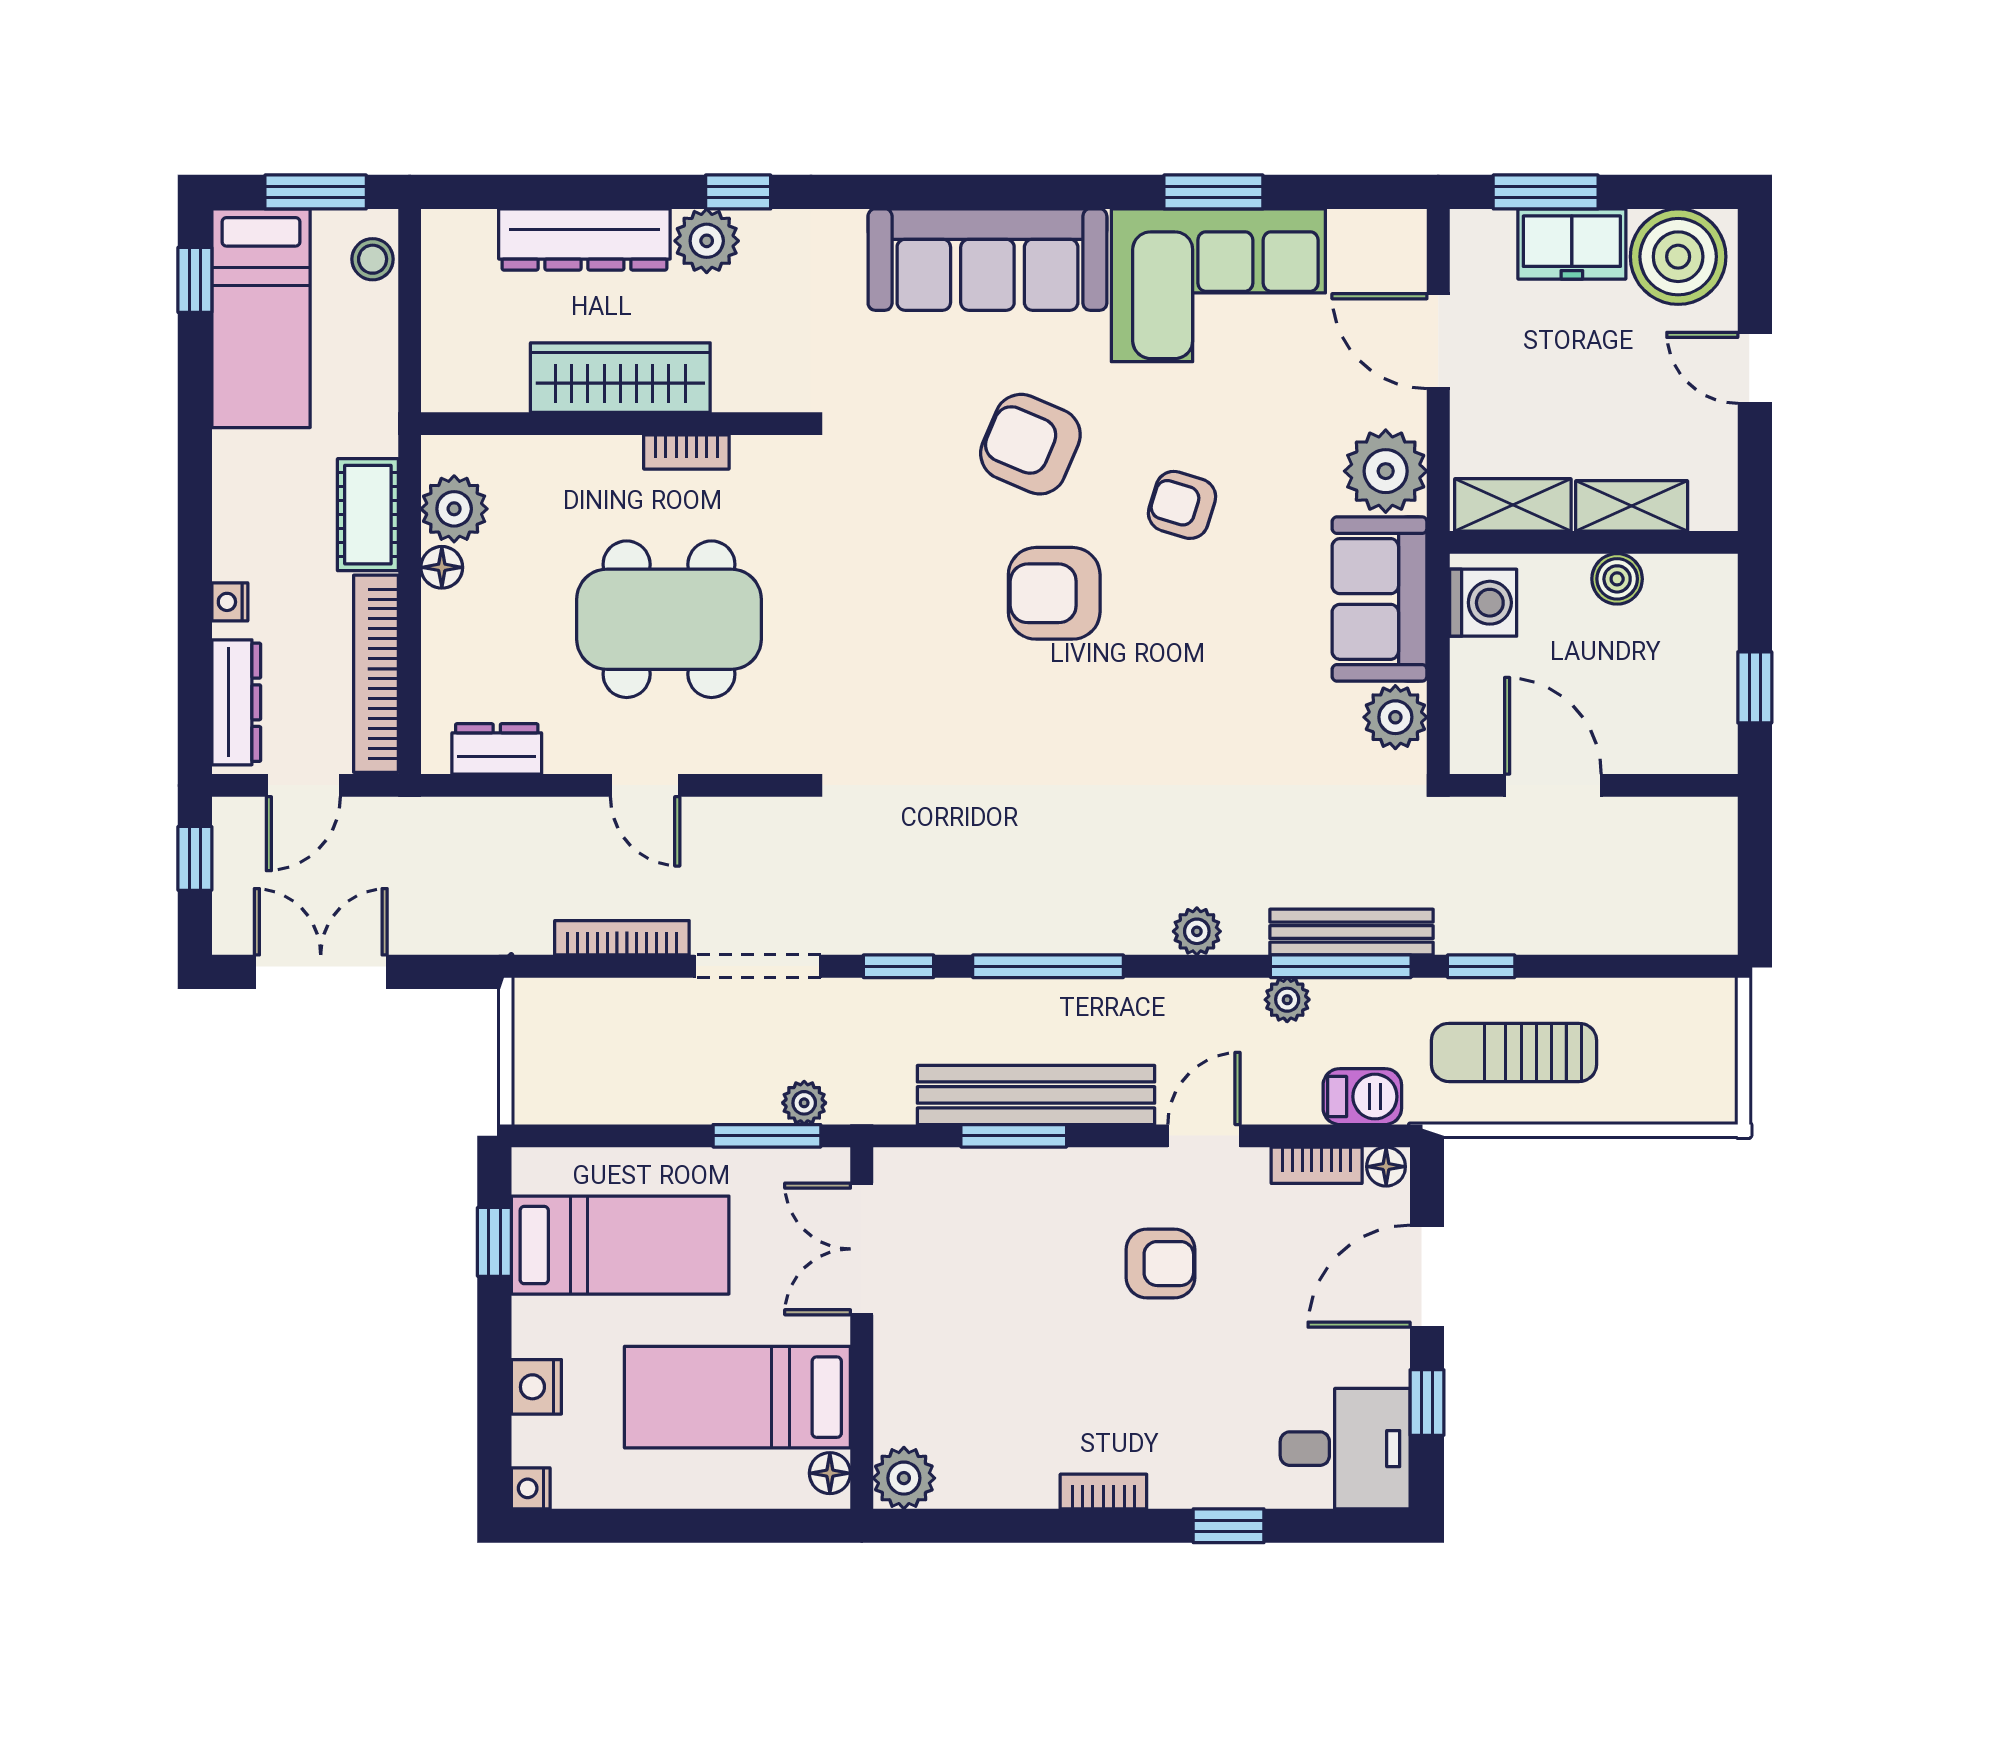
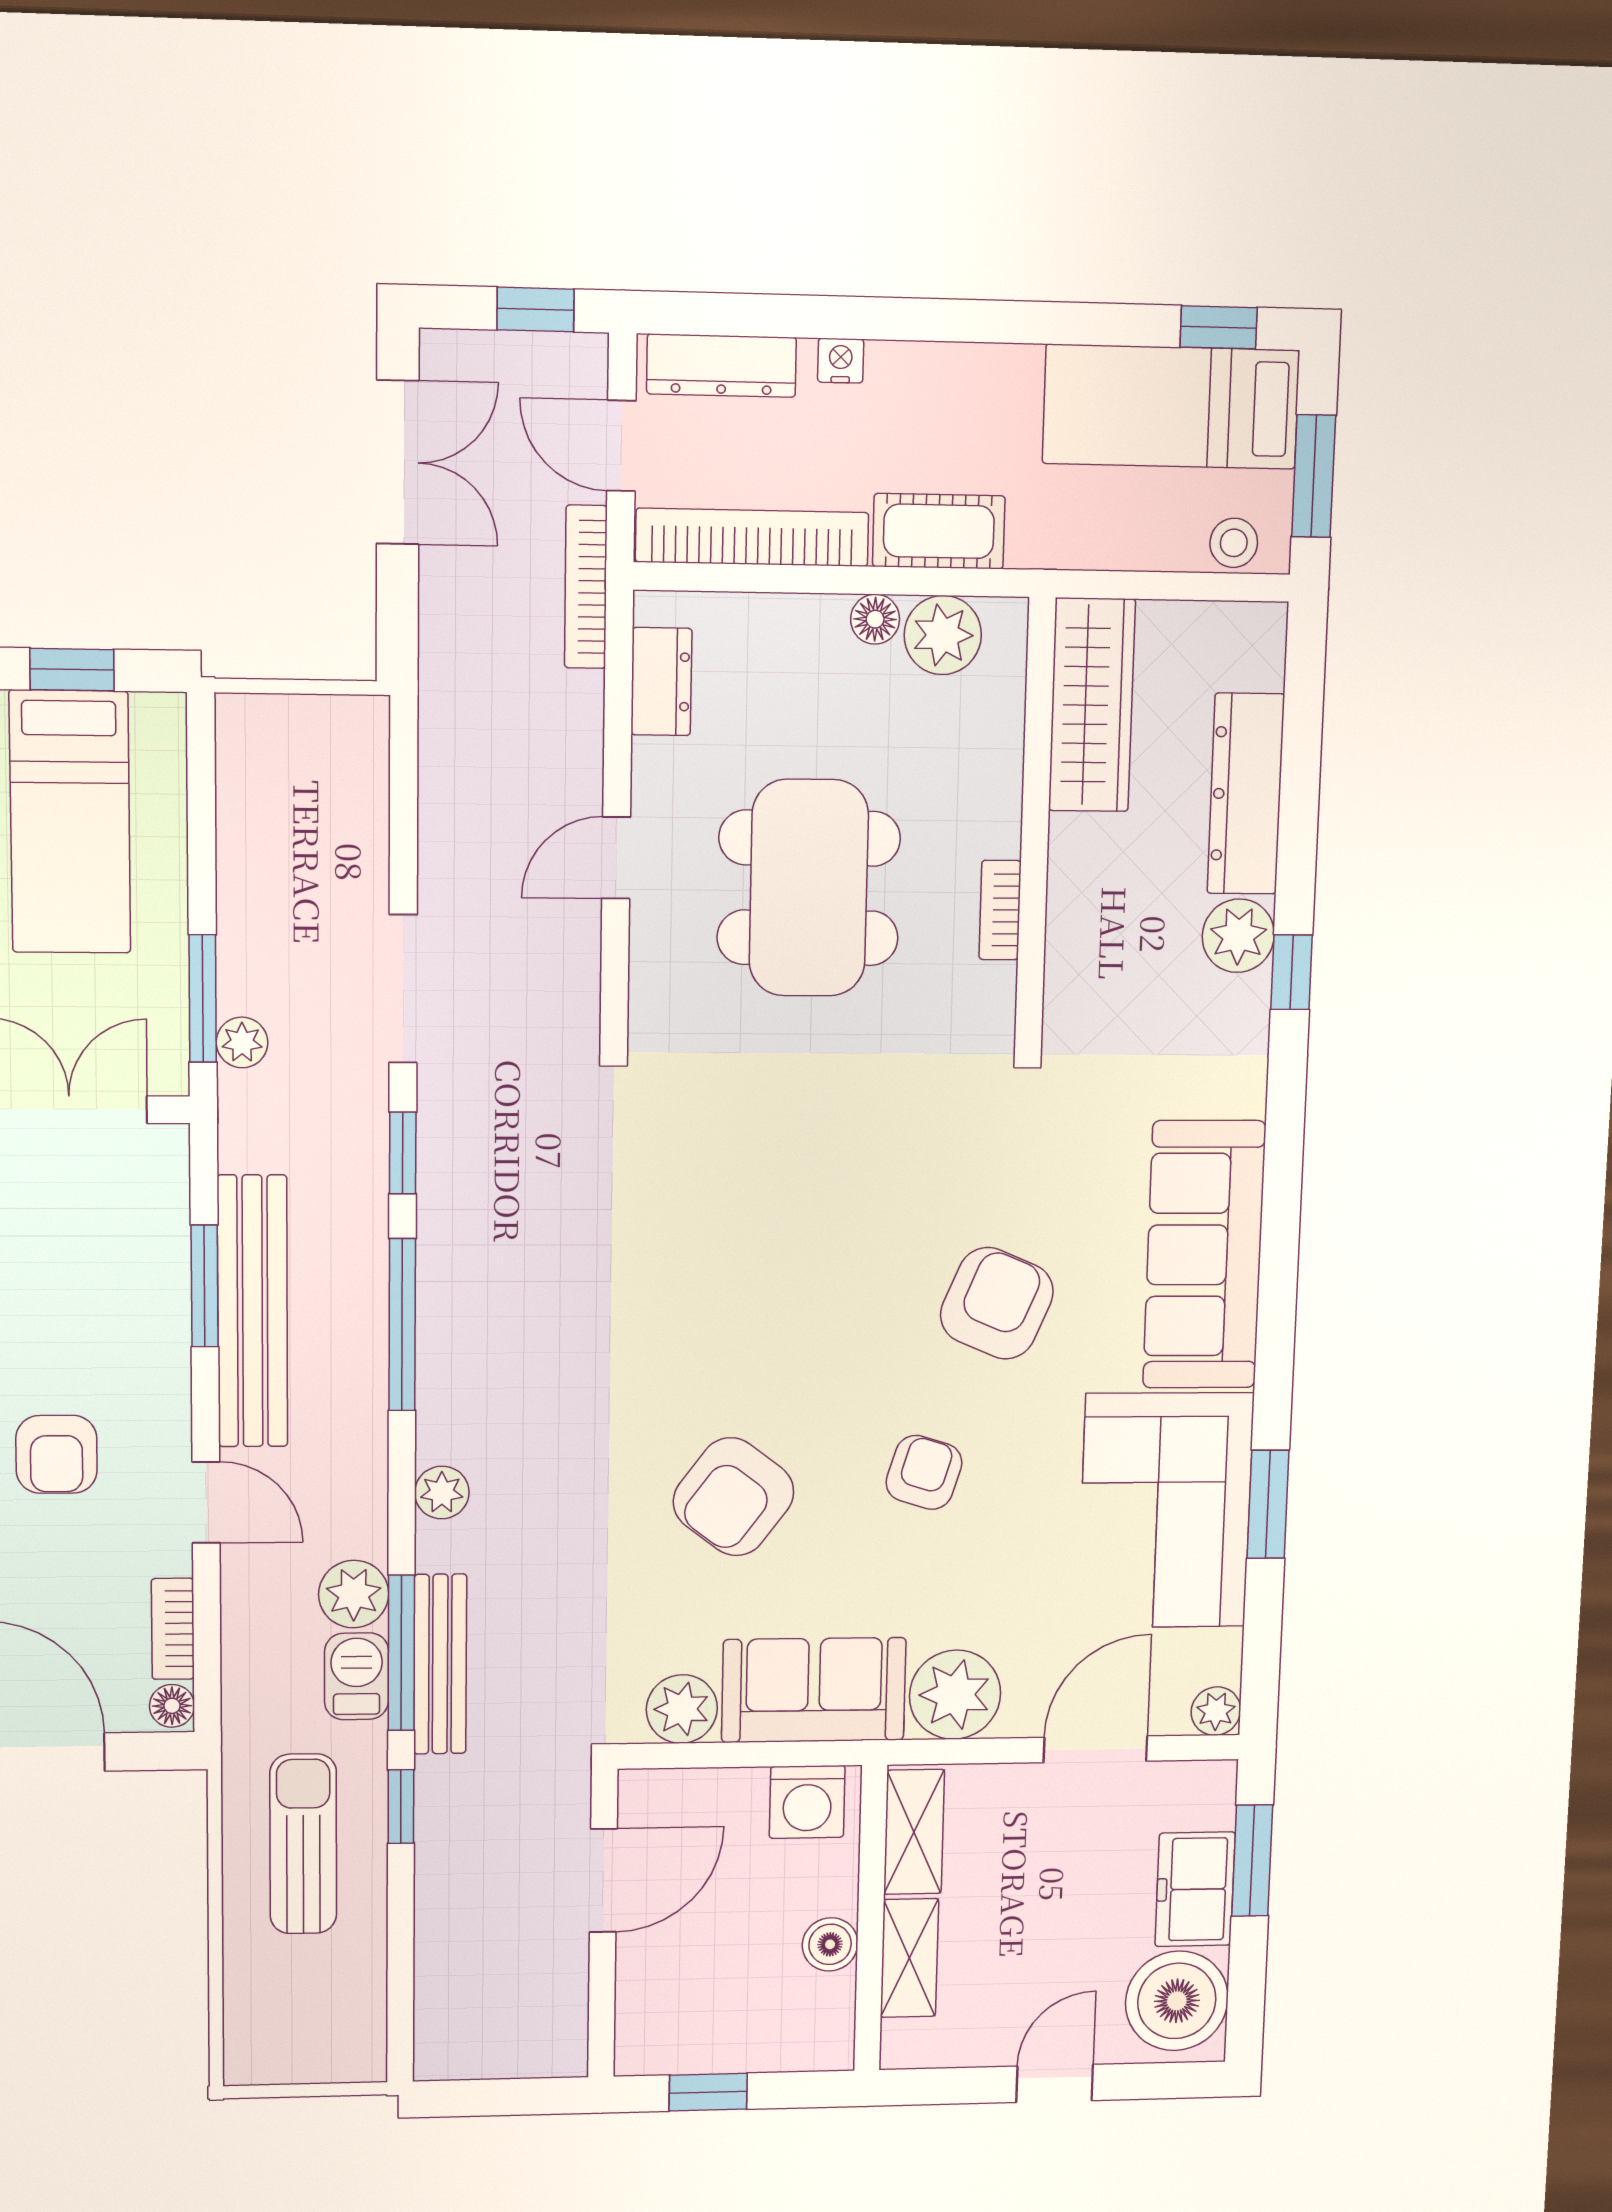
plant: (1404, 232) -> (1216, 1711), added
wardrobe: (620, 378) -> (1092, 705), moved
armchair: (1054, 593) -> (734, 1497), moved, turned -143
bookcase: (622, 938) -> (586, 587), moved, turned 180
plant: (1287, 1000) -> (354, 1594), width x1.38, depth x1.38
barbecue: (1362, 1097) -> (357, 1676), moved, turned 180

